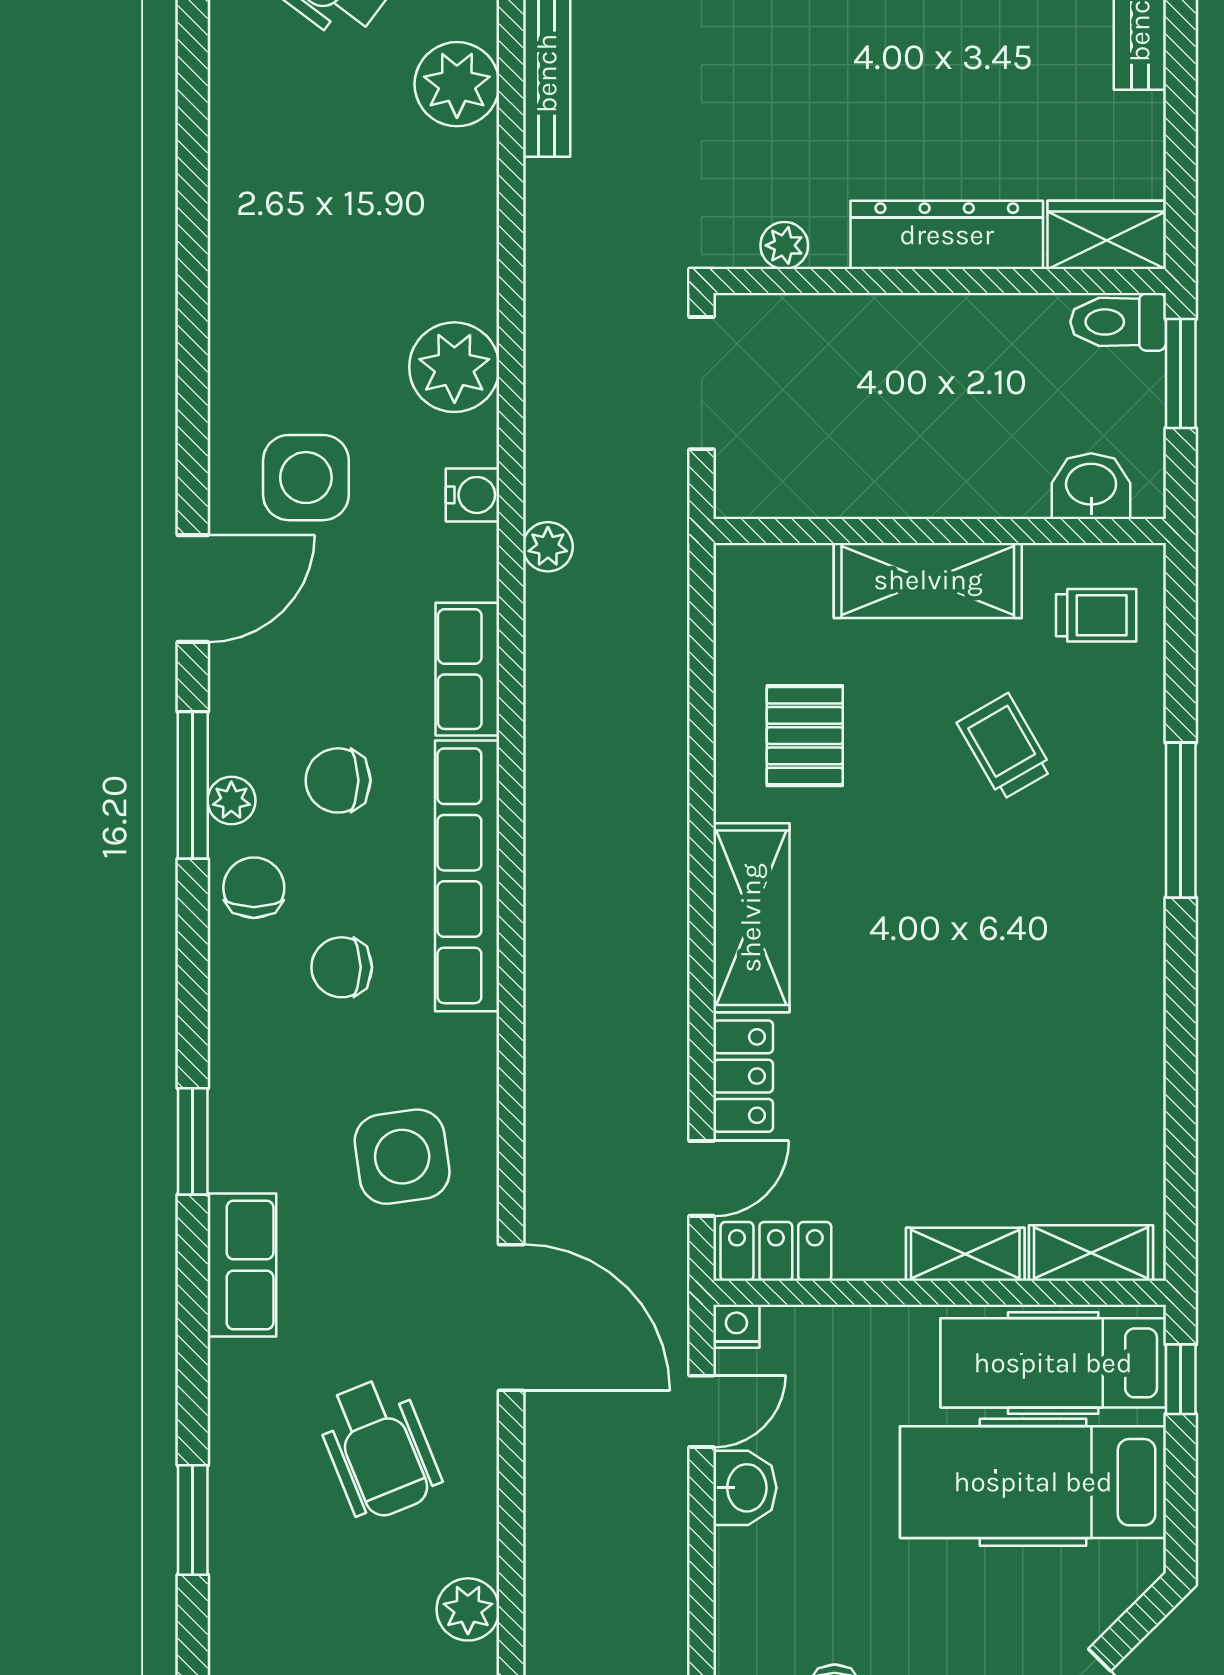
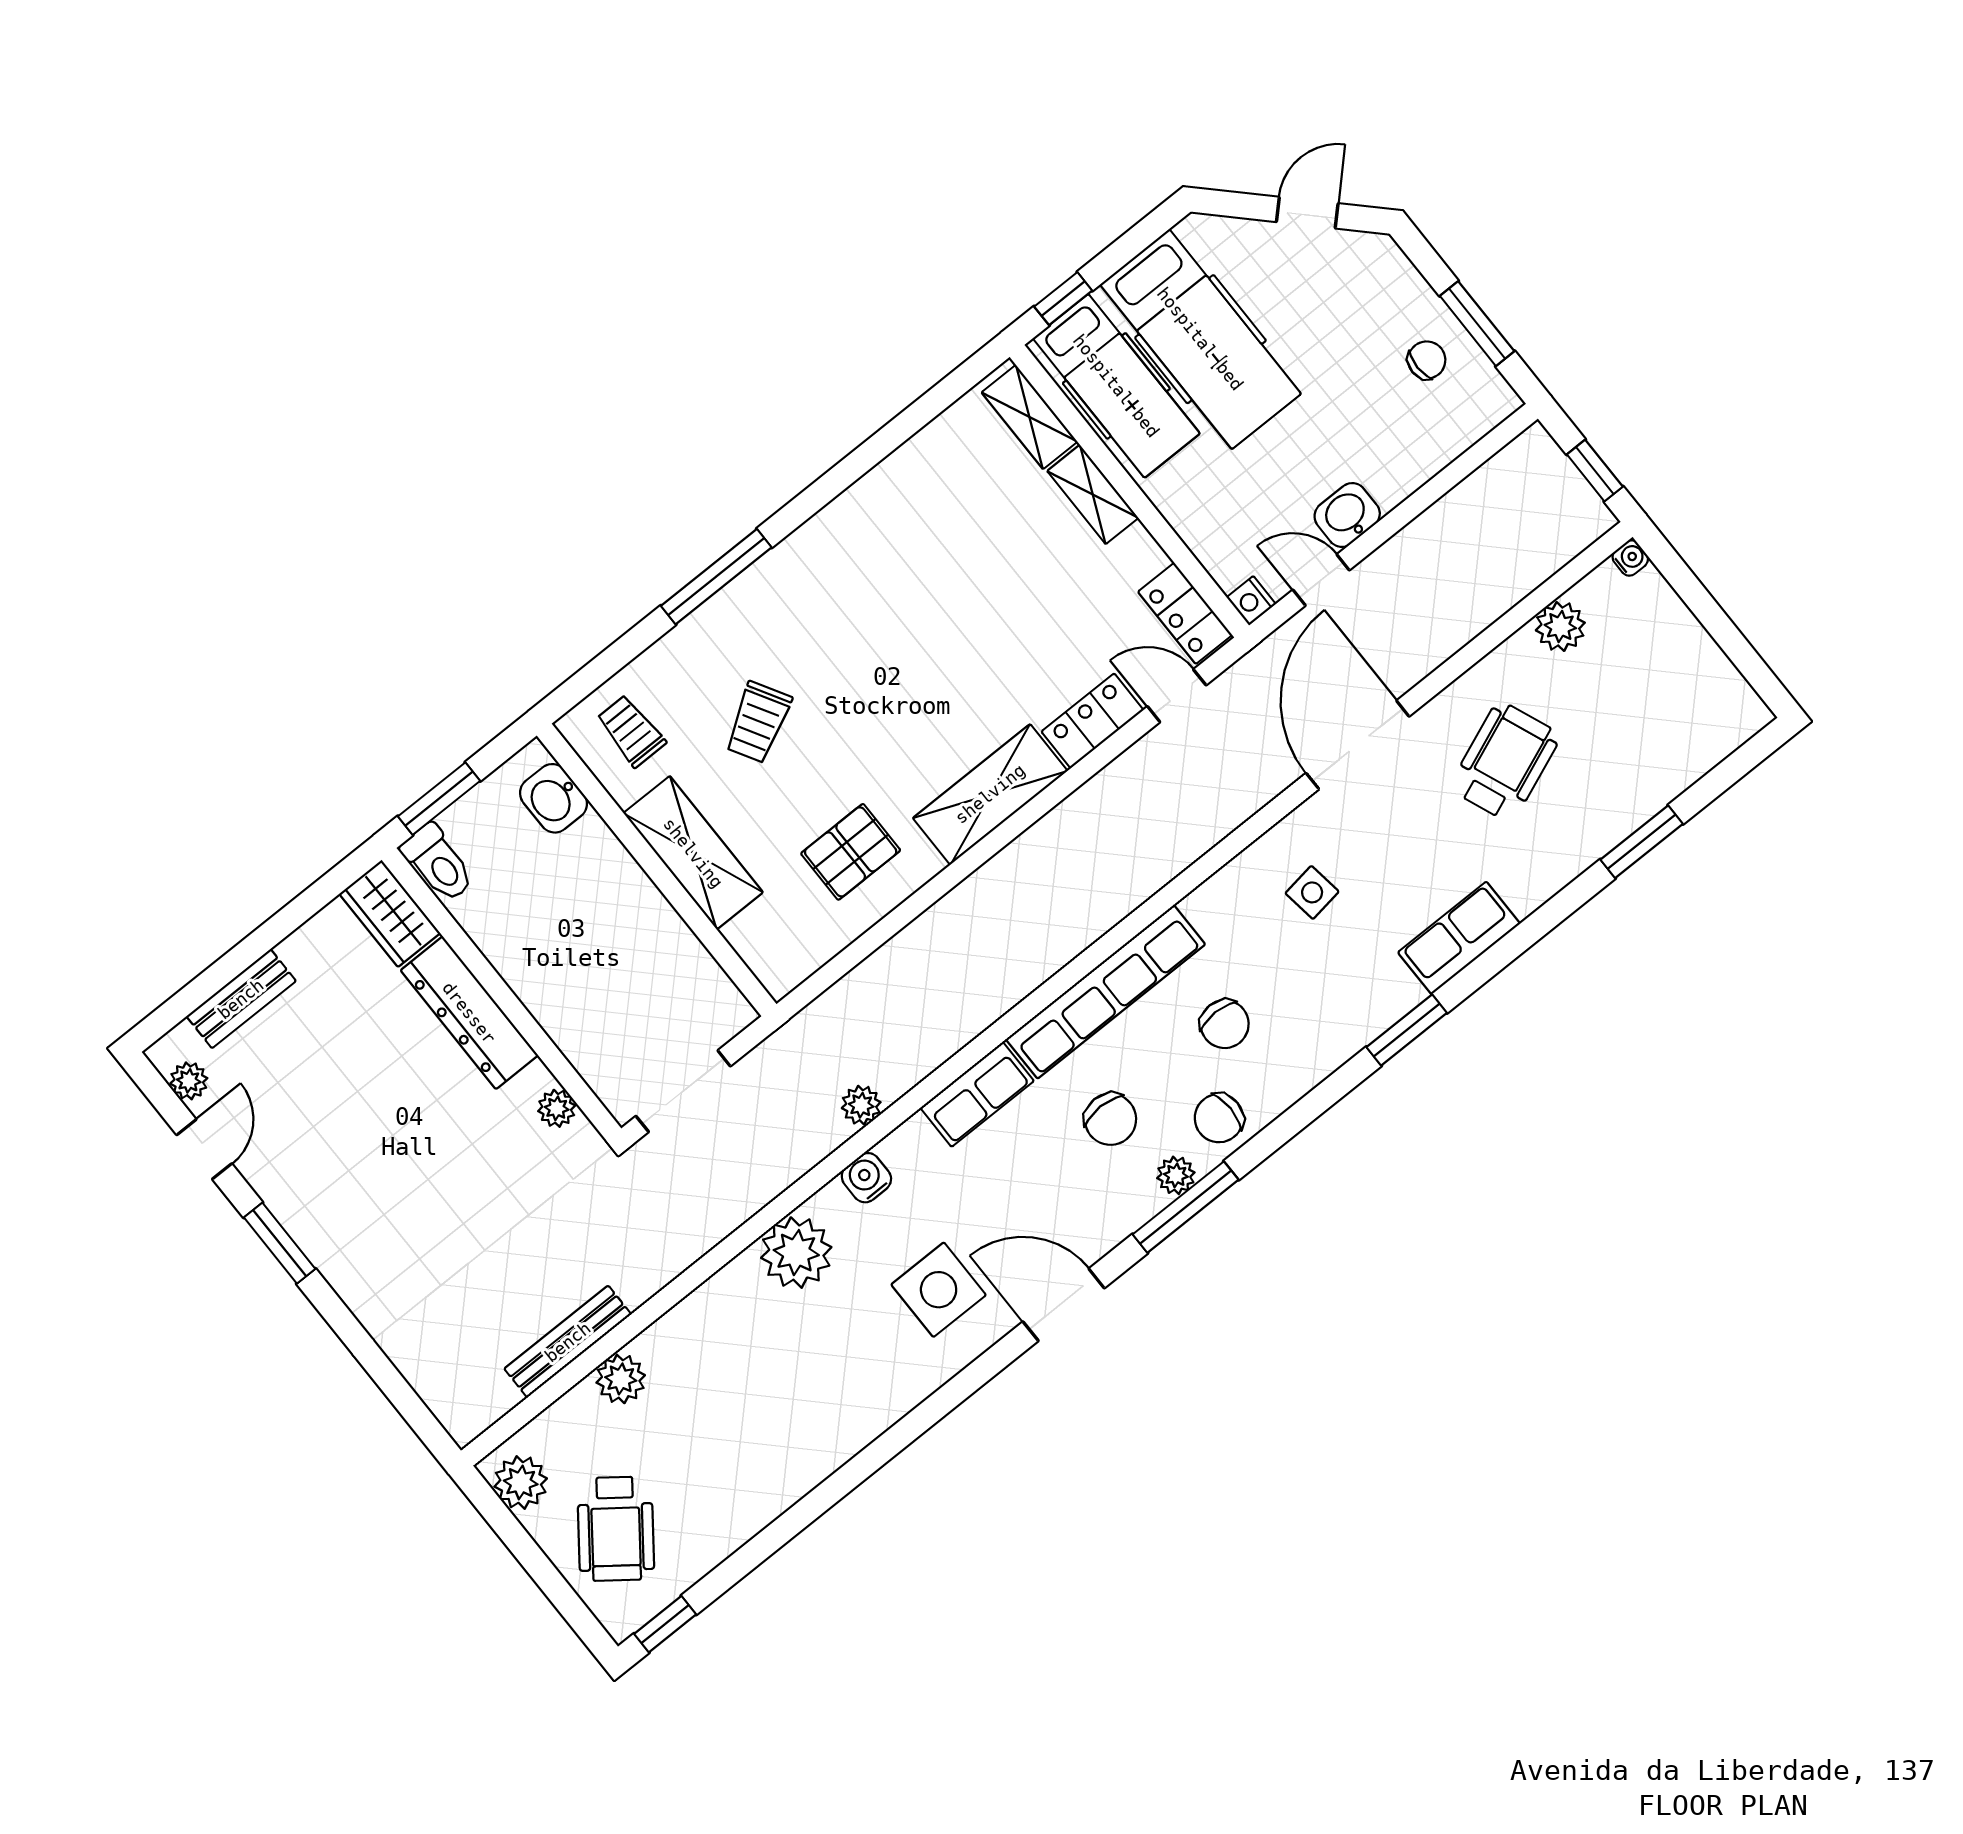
plant: (457, 84) -> (621, 1379), width x0.73, depth x0.73
side table: (402, 1157) -> (1312, 892), width x0.54, depth x0.54

